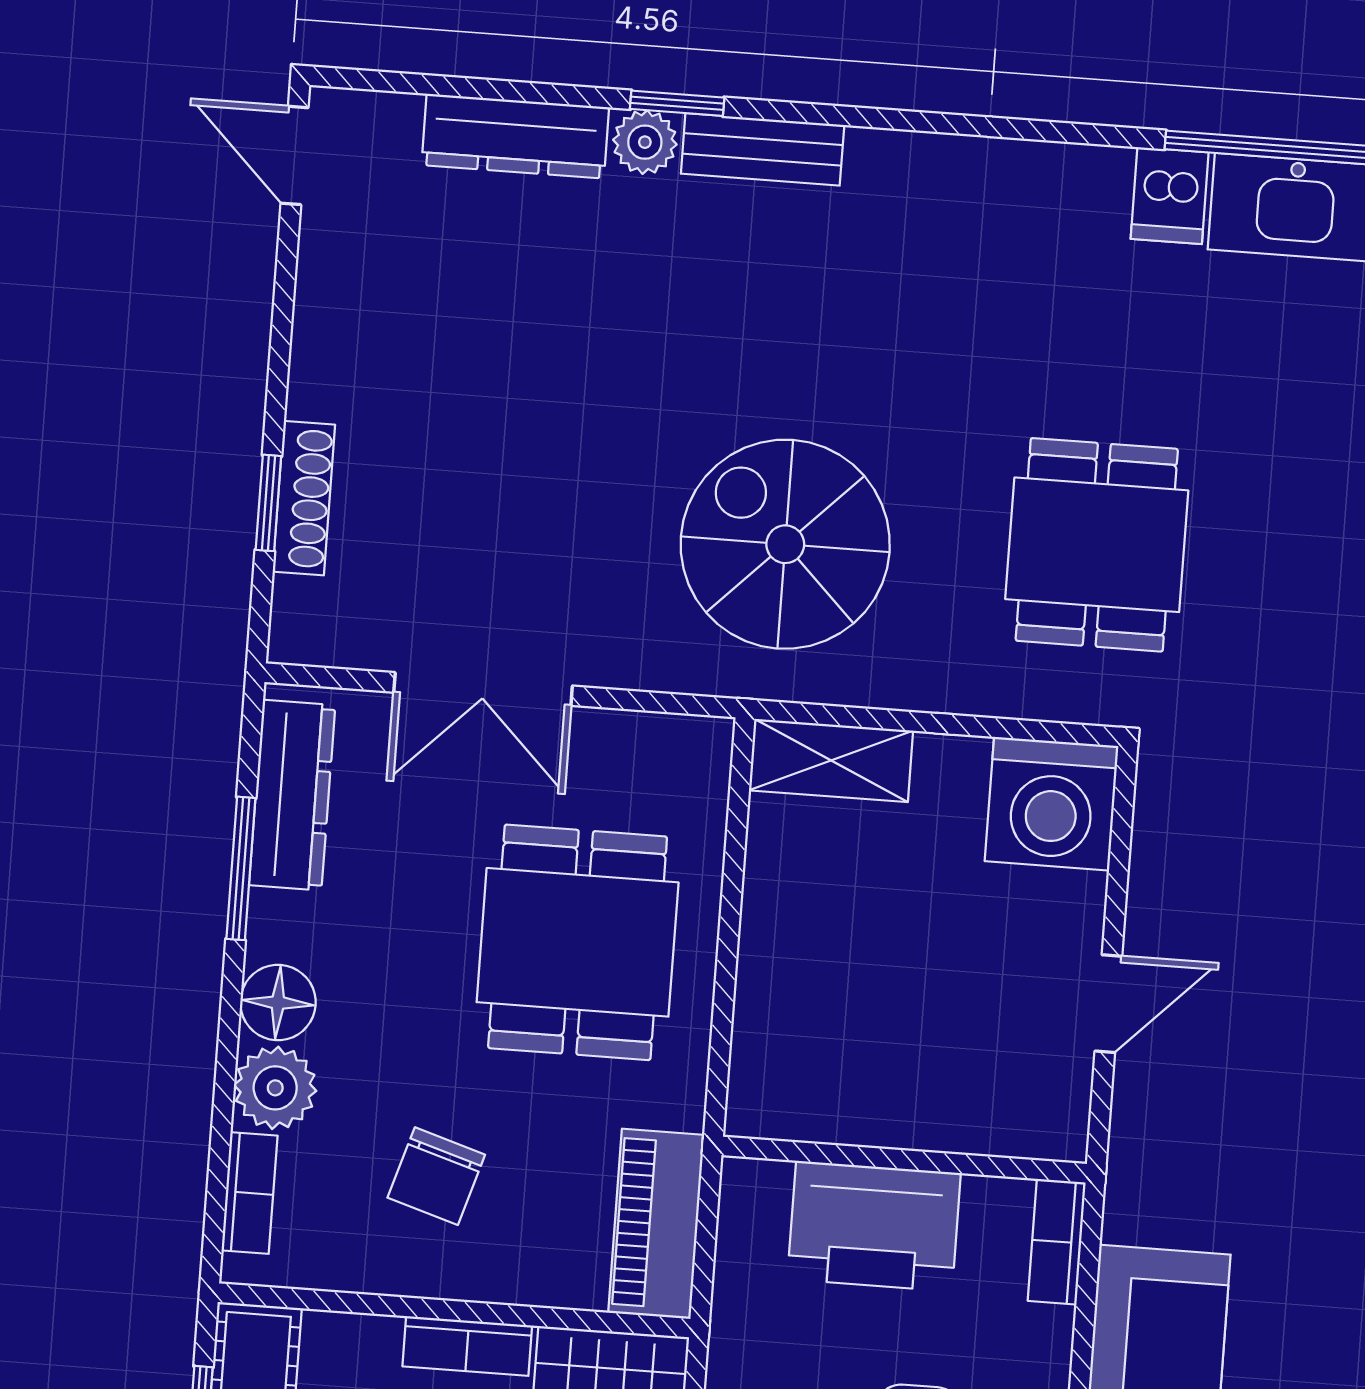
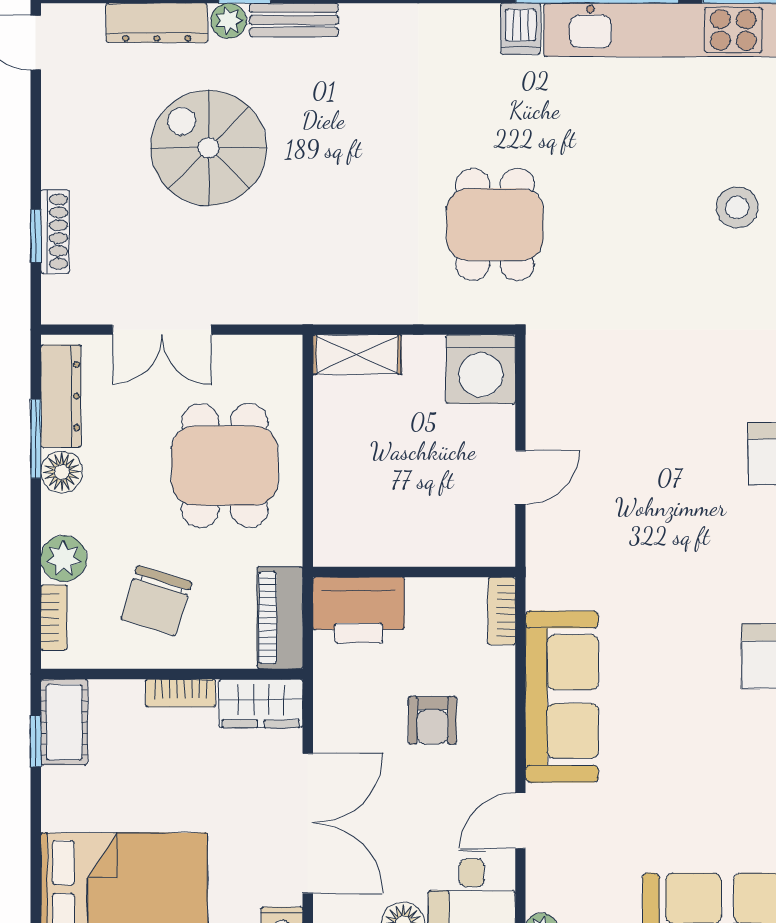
spiral stairs: (785, 544) -> (209, 148), moved
floor lamp: (278, 1003) -> (62, 472), moved
chair: (436, 1176) -> (156, 601), width x1.37, depth x1.37
printer: (874, 1226) -> (359, 610), moved

